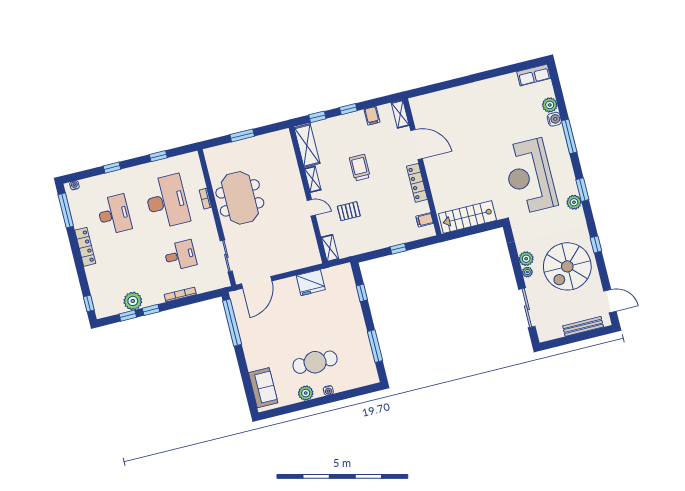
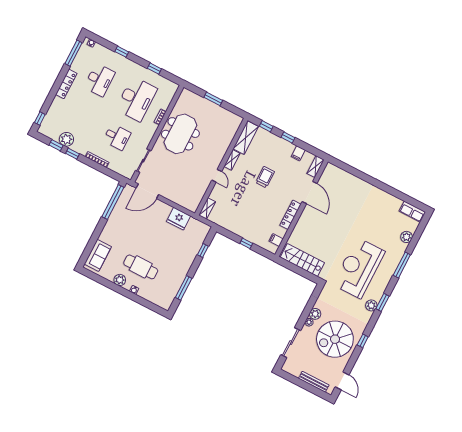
water cooler: (554, 119) -> (402, 247), removed
pallet: (349, 211) -> (237, 197), removed

